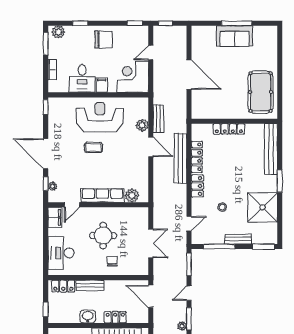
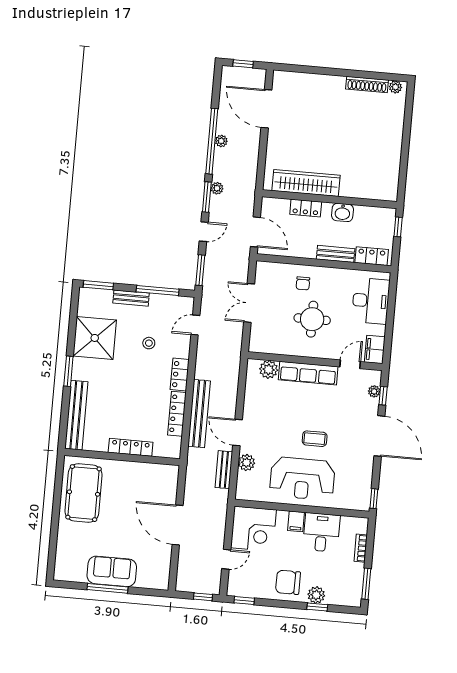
plant: (58, 32) -> (316, 595), moved

